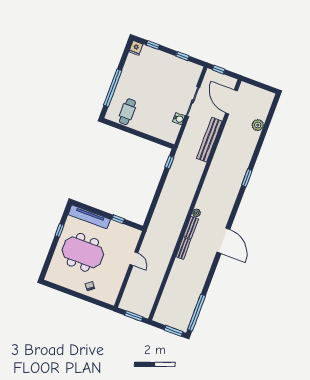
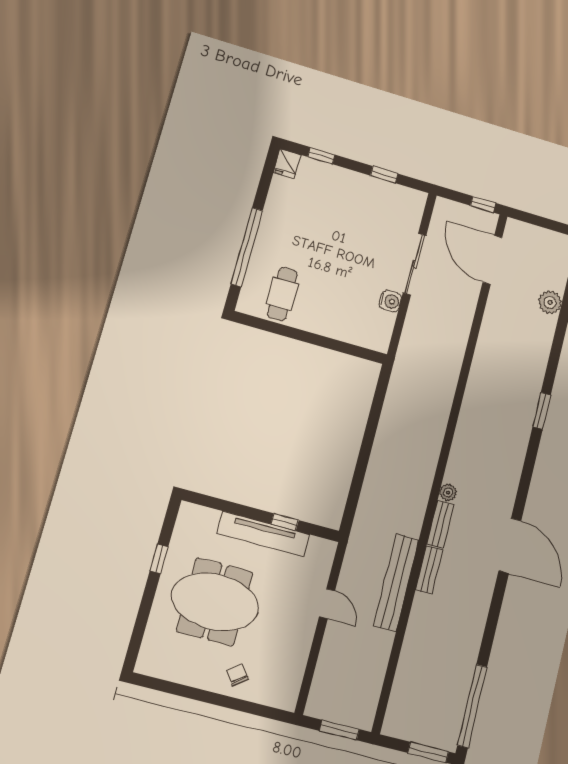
window: (219, 70) -> (483, 204), moved
bench: (209, 140) -> (396, 583), moved
window: (169, 162) -> (381, 392), removed
tv unit: (89, 217) -> (263, 534), moved

